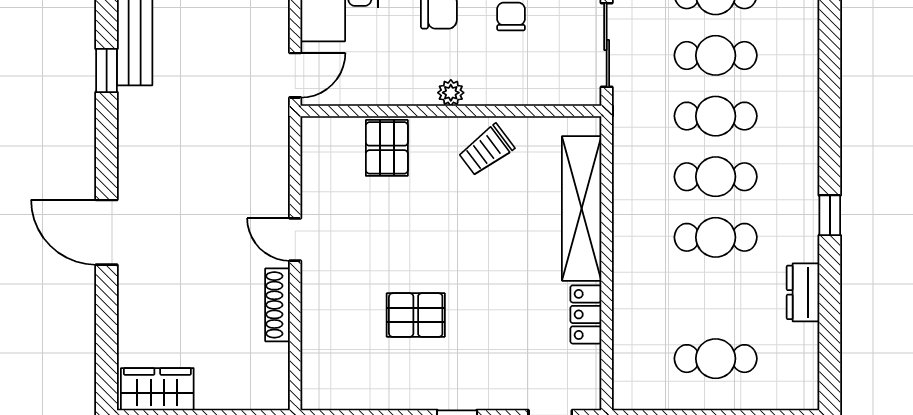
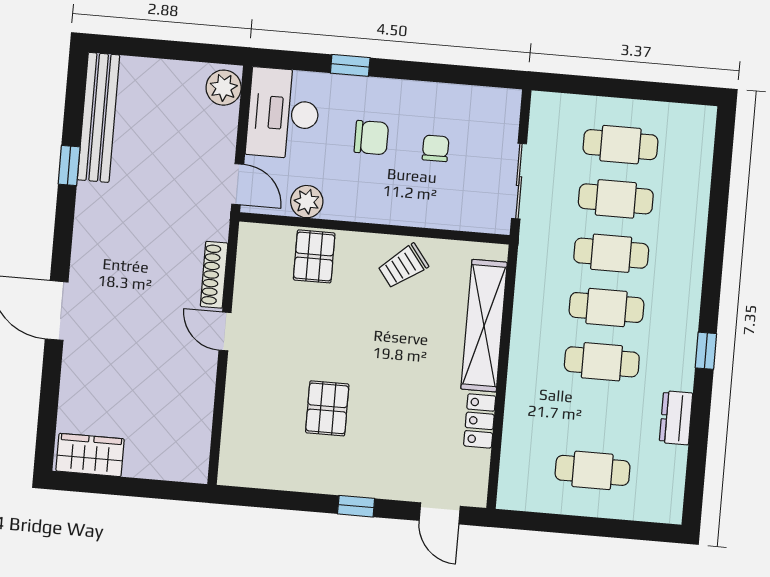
door: (295, 75) -> (238, 184), hinge flipped
plant: (451, 93) -> (307, 202), moved, width x1.38, depth x1.38
shoe rack: (278, 305) -> (214, 275), moved
pallet: (416, 315) -> (327, 408), turned 90

